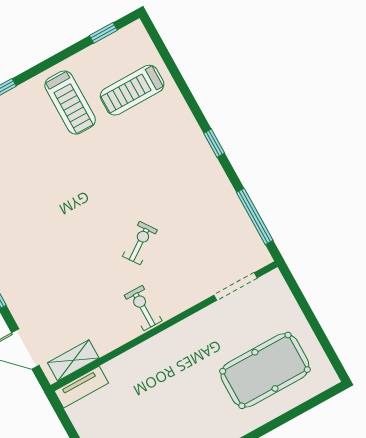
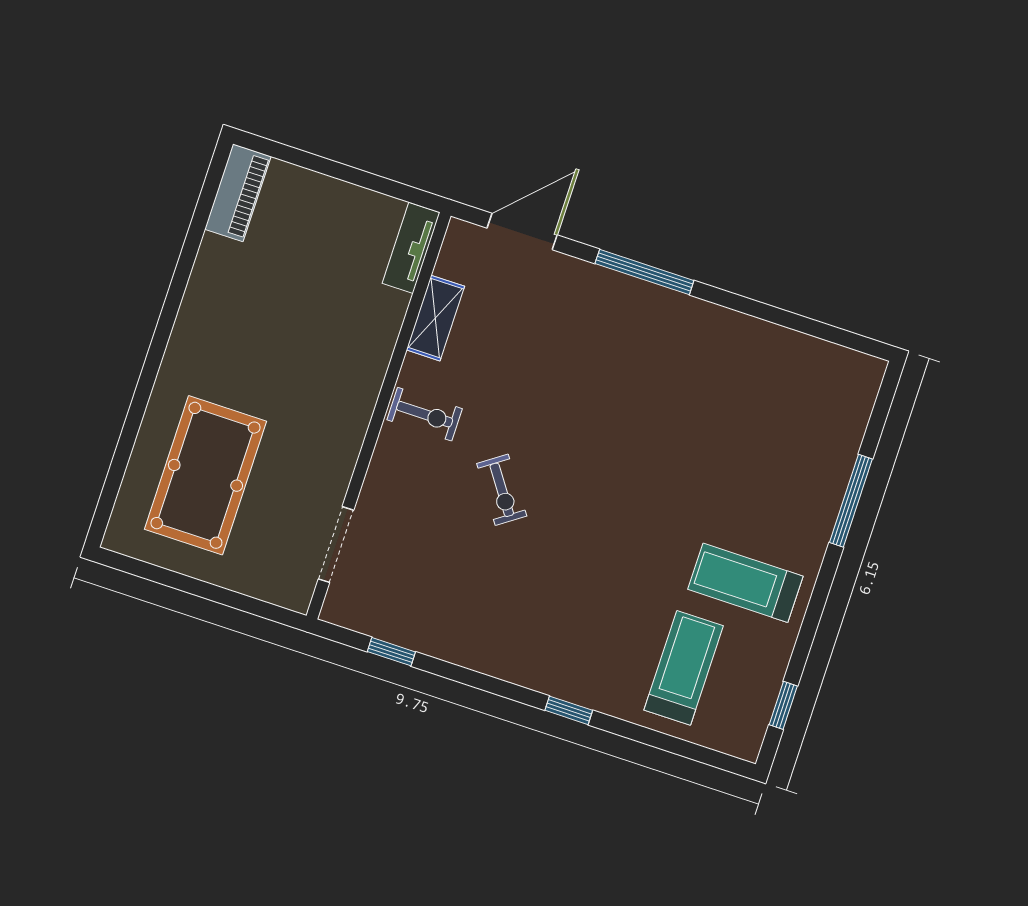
window: (214, 143) -> (569, 710), moved
window: (255, 216) -> (391, 652), width x0.46
shelving: (73, 360) -> (435, 318), moved

